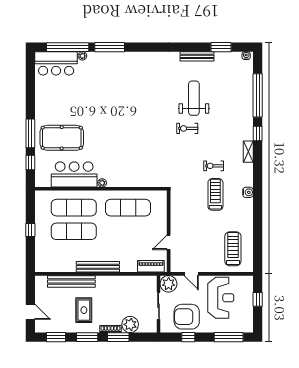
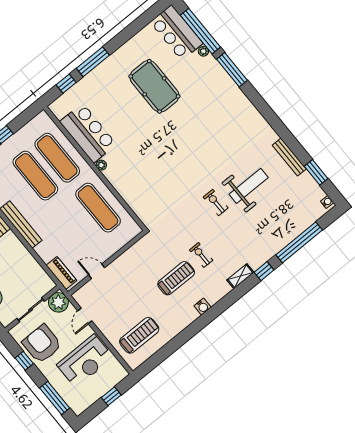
pool table: (62, 138) -> (154, 86), moved

